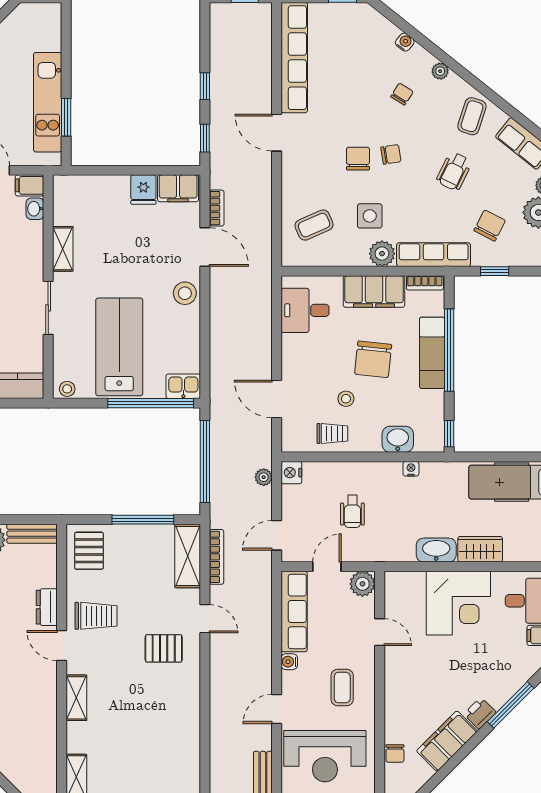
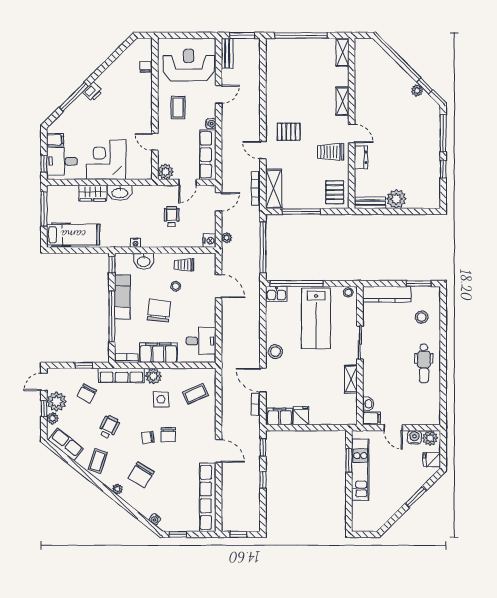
water cooler: (405, 42) -> (155, 519), moved
chair: (402, 94) -> (141, 475), width x1.87, depth x1.87
exam couch: (432, 353) -> (122, 297), moved
filing cabinet: (447, 741) -> (113, 74), removed

